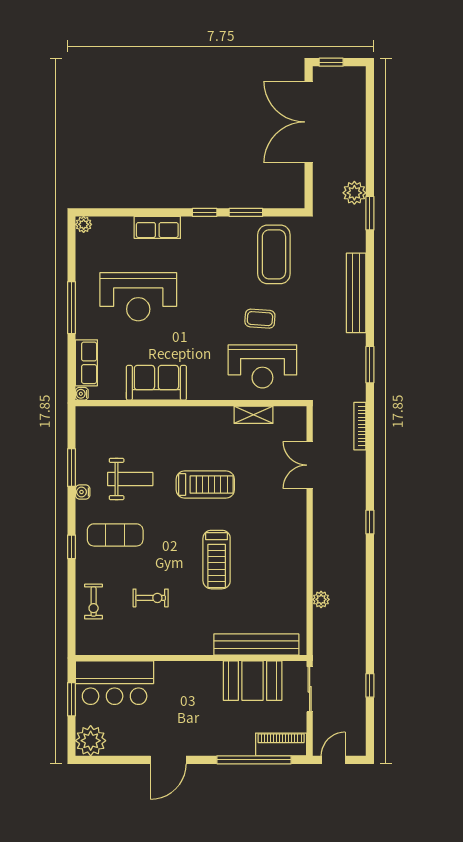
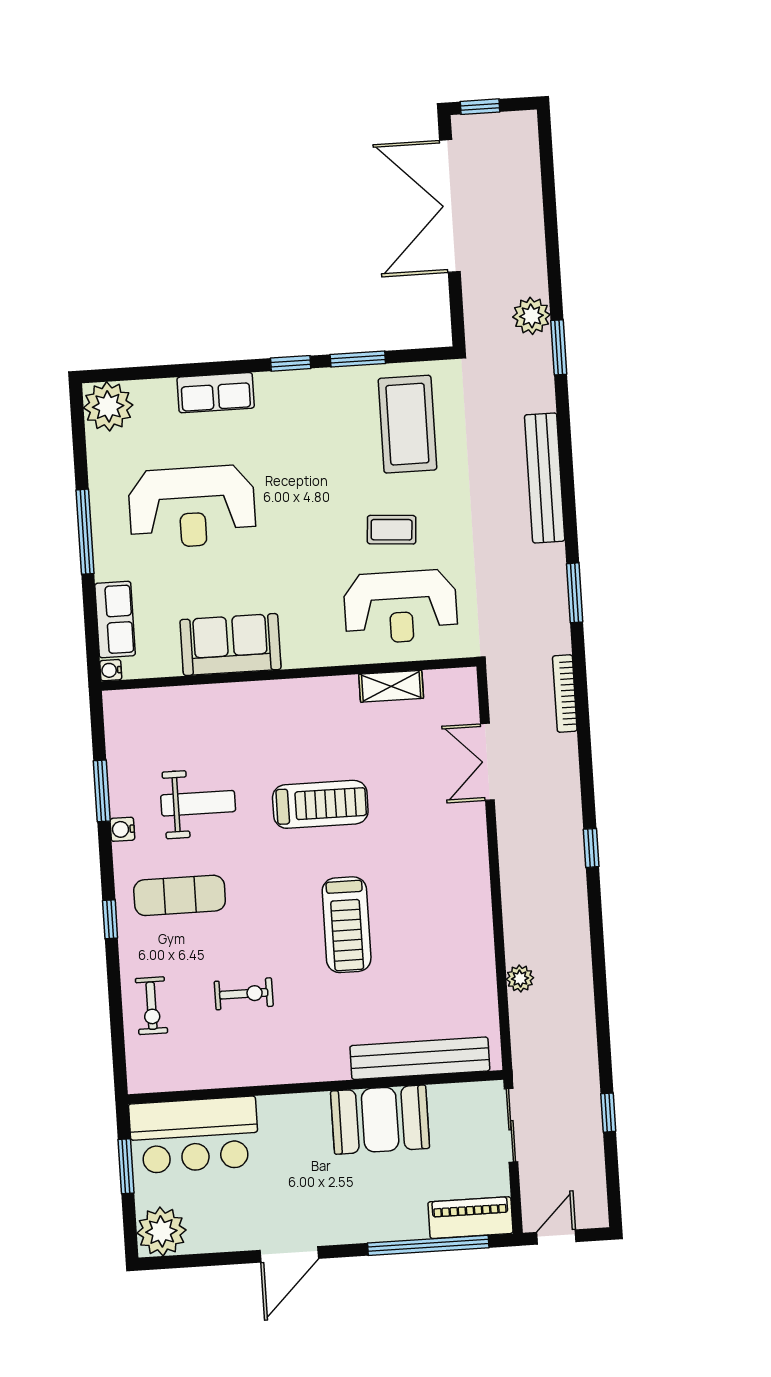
plant: (84, 224) -> (108, 406), width x1.88, depth x1.88
booth: (253, 681) -> (380, 1120), moved

